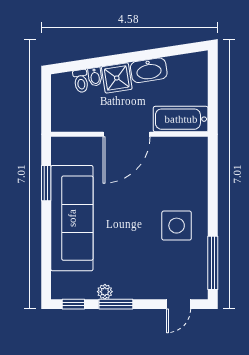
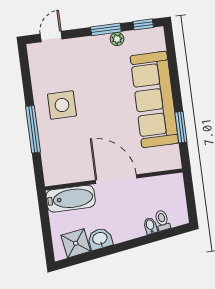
washbasin: (149, 70) -> (100, 239), width x0.72
shower: (117, 78) -> (76, 243), moved
door: (127, 134) -> (116, 179), hinge flipped
window: (213, 263) -> (33, 129), moved

